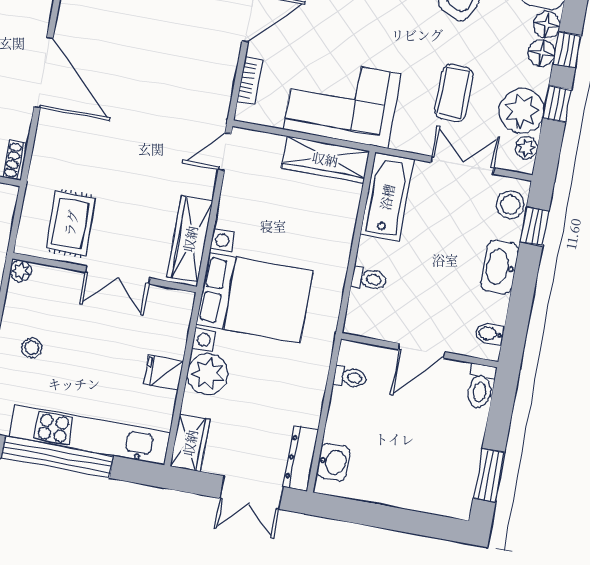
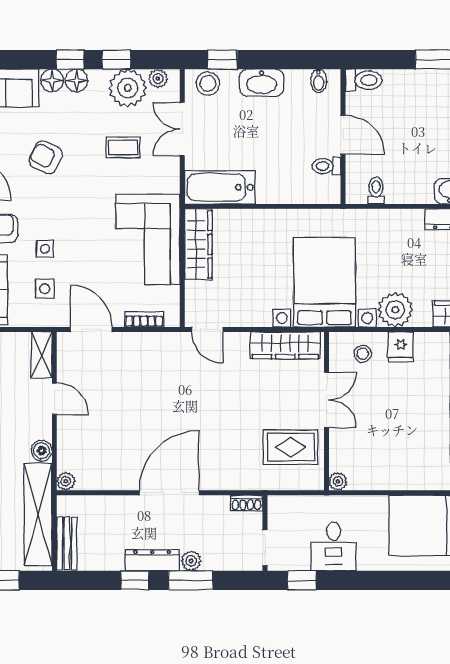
coffee table: (454, 93) -> (123, 148), width x0.73, depth x0.77
toilet: (369, 279) -> (326, 166), moved, turned -90
stool: (32, 348) -> (363, 354), moved

